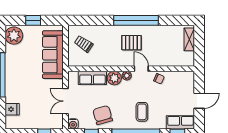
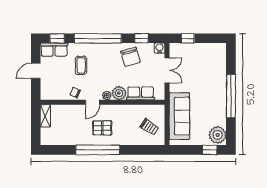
window: (33, 20) -> (210, 150), moved
shelving: (189, 39) -> (45, 116), moved
door: (141, 69) -> (93, 102), hinge flipped
fridge: (12, 109) -> (219, 62), removed
coffee table: (142, 112) -> (81, 65), moved

